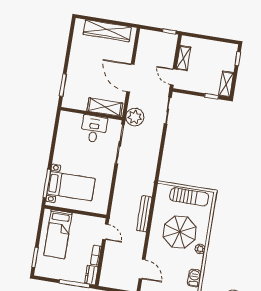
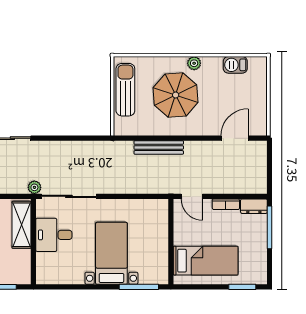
plant: (135, 117) -> (34, 187), width x0.53, depth x0.53
bed with nightstands: (71, 186) -> (111, 253), moved
door: (105, 232) -> (192, 196), swing flipped

